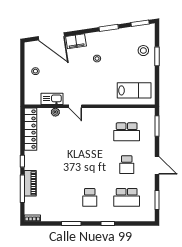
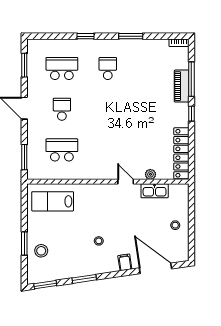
filing cabinet: (76, 41) -> (125, 262), width x0.50

